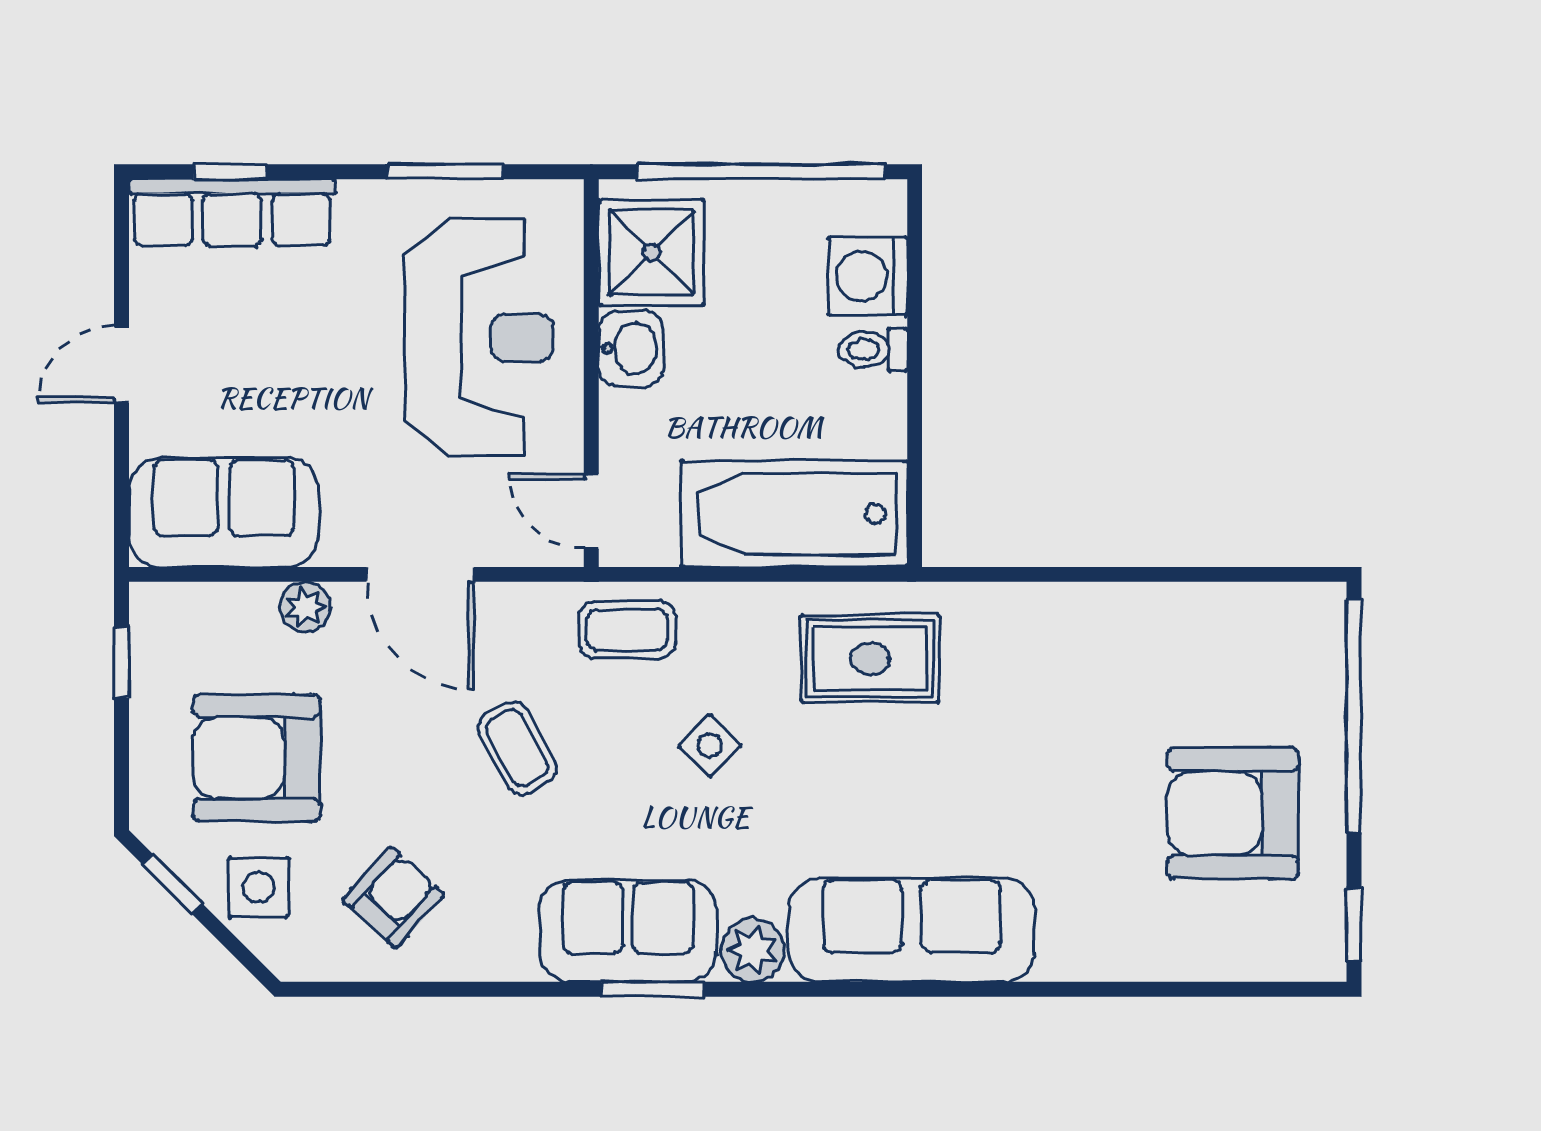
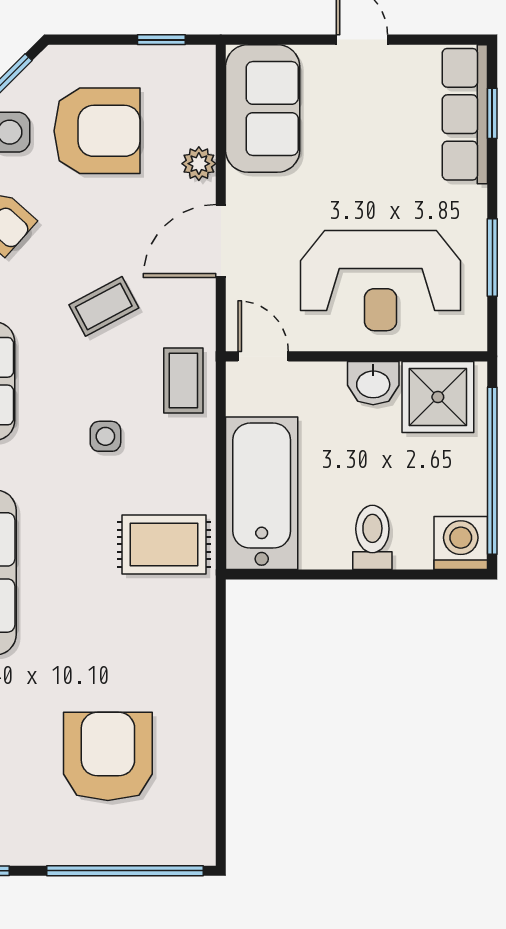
washing machine: (868, 276) -> (461, 543), moved
toilet: (873, 349) -> (372, 537), width x1.37, depth x1.39
door: (591, 511) -> (263, 356), hinge flipped
rug: (870, 659) -> (164, 544), turned 90
side table: (710, 745) -> (105, 436), turned 45
armchair: (257, 758) -> (97, 131), turned 90
armchair: (1233, 813) -> (108, 756), moved

